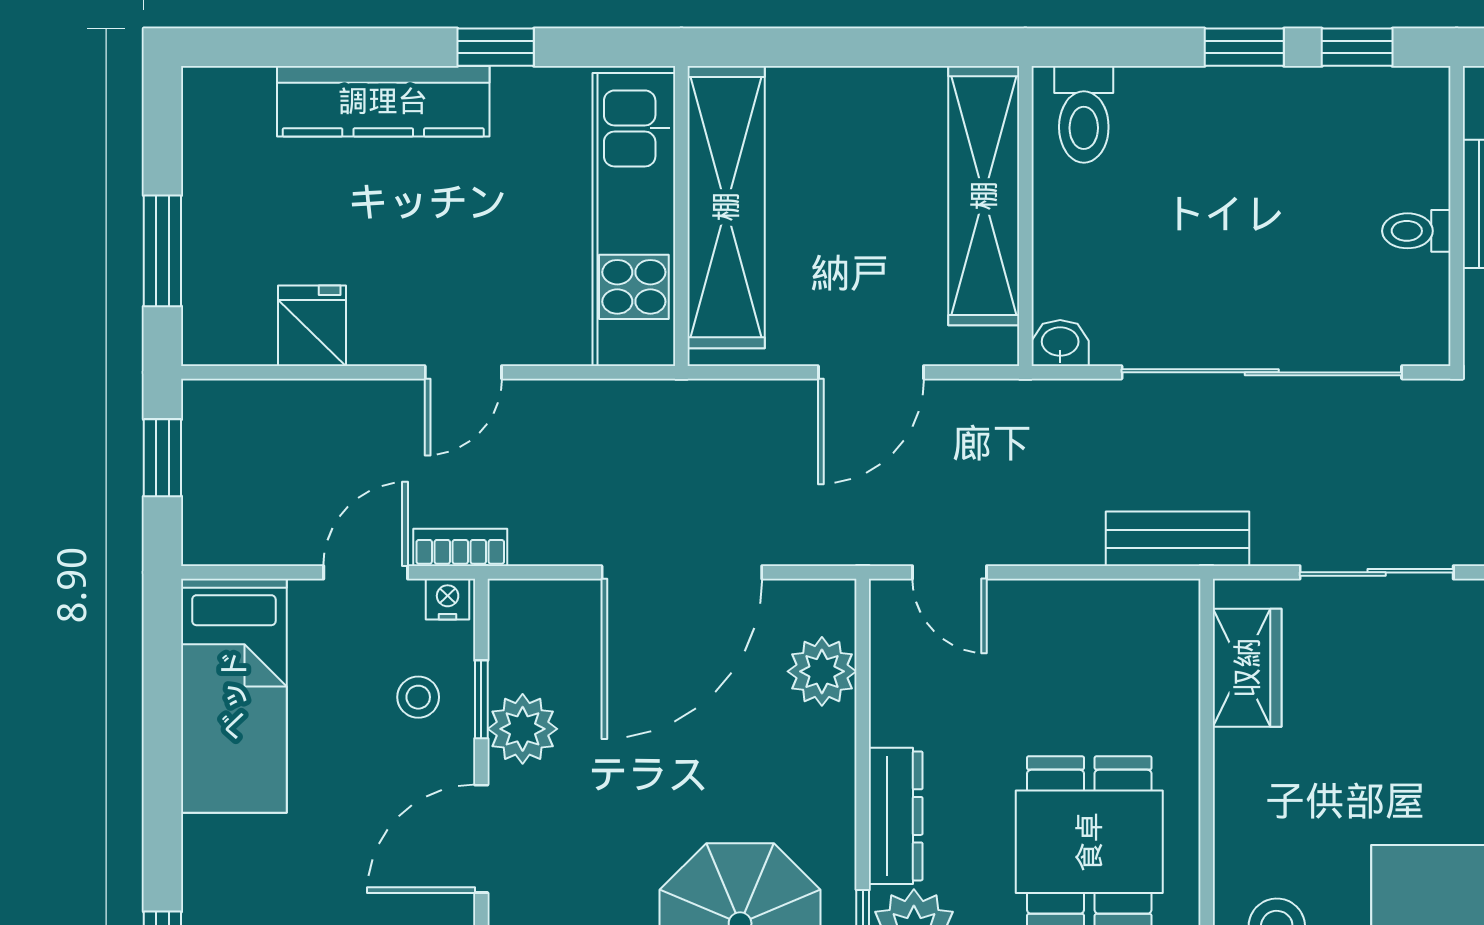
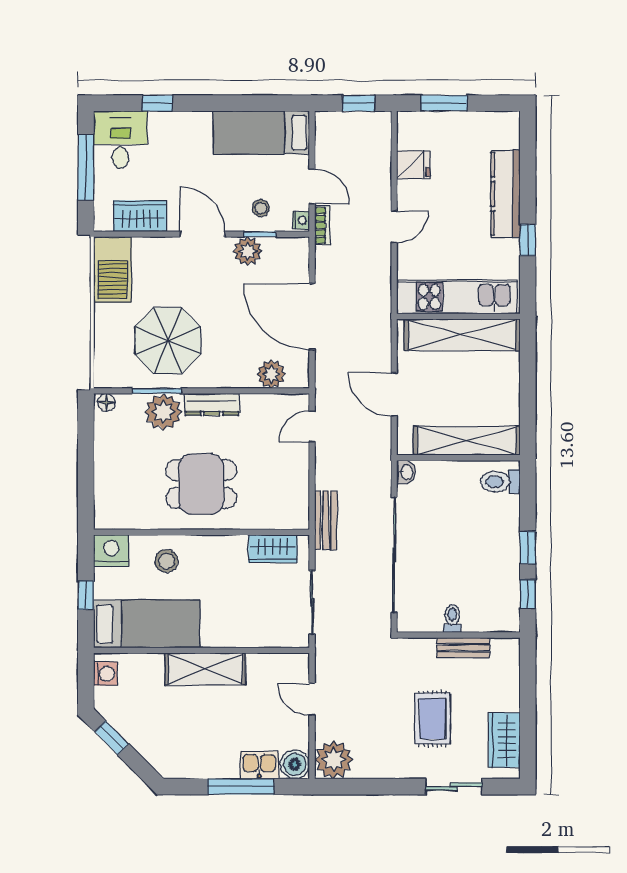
door: (463, 372) -> (394, 227), swing flipped

